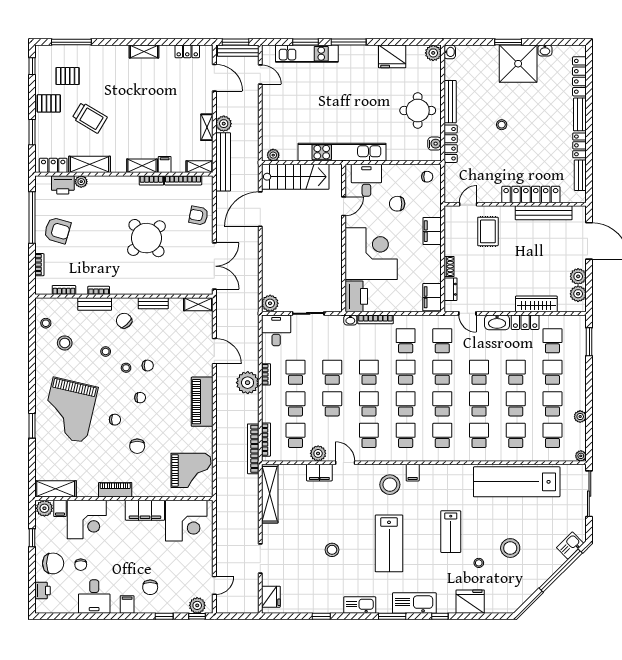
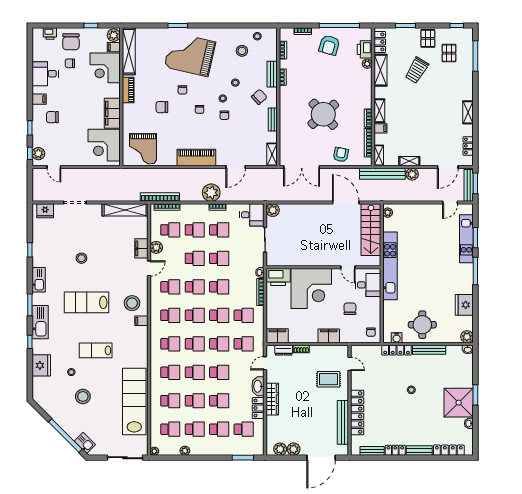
wardrobe: (536, 304) -> (272, 399), moved
shelving: (56, 489) -> (129, 51), width x1.47

